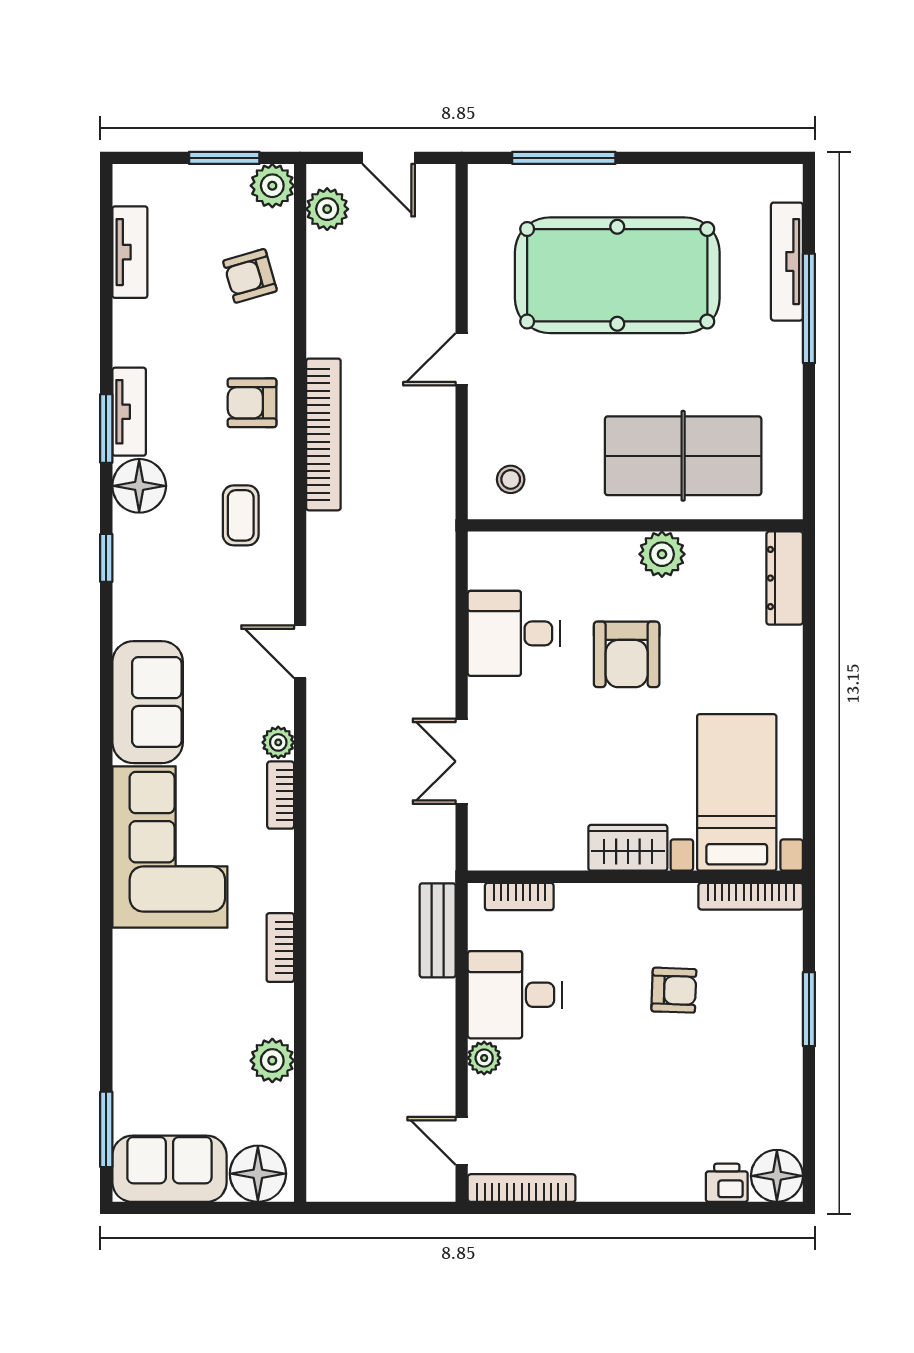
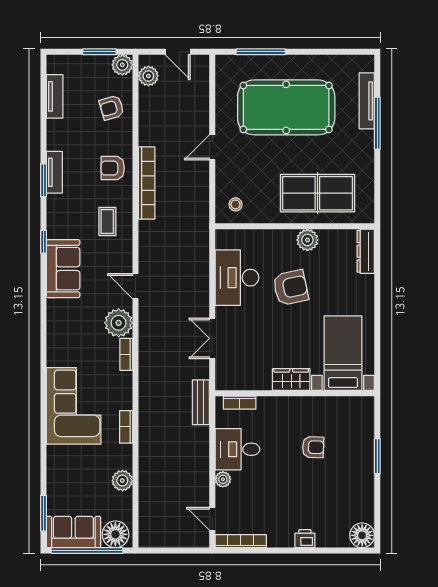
floor lamp: (139, 486) -> (59, 207), removed
desk: (514, 633) -> (237, 278), width x1.37
armchair: (627, 654) -> (291, 288), turned -102
sofa: (148, 702) -> (63, 269), moved
plant: (278, 742) -> (119, 323), width x1.88, depth x1.88
corner sofa: (170, 847) -> (74, 406), moved
bookcase: (751, 896) -> (350, 402), removed
bench: (438, 930) -> (201, 402), moved
printer: (727, 1183) -> (305, 539), moved
window: (198, 1208) -> (87, 551), added

